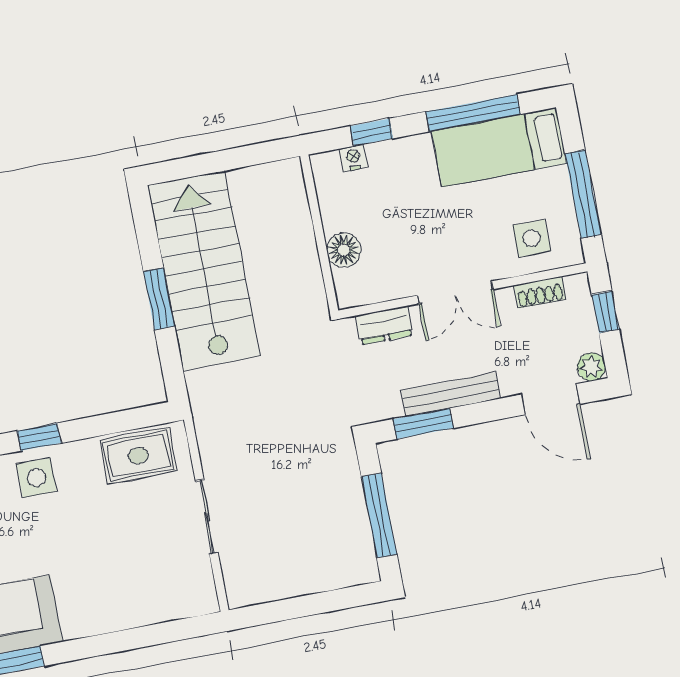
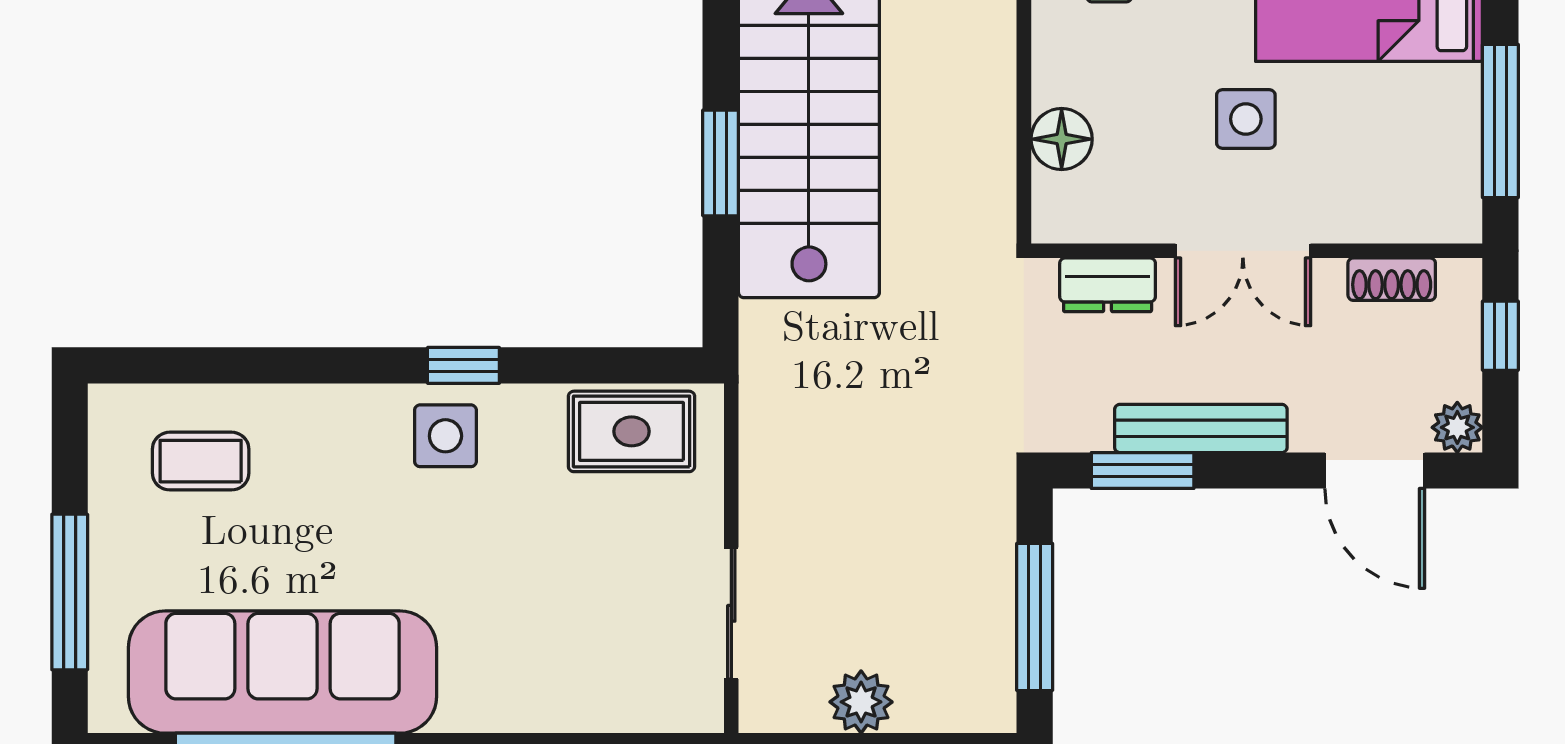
side table: (532, 238) -> (1246, 119), moved
sliding door: (207, 517) -> (731, 613), moved
plant: (293, 580) -> (861, 702), added

